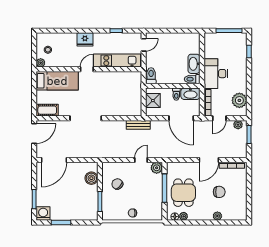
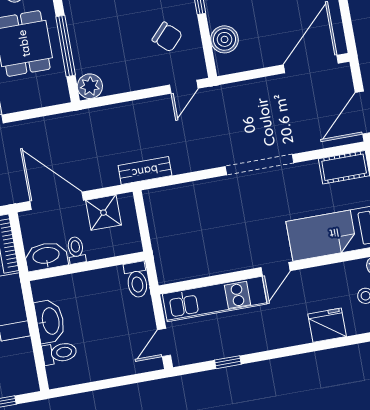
fridge: (85, 39) -> (327, 325), moved
toilet: (192, 79) -> (59, 353), moved
shower: (153, 101) -> (104, 213), moved
door: (141, 160) -> (184, 87), moved

